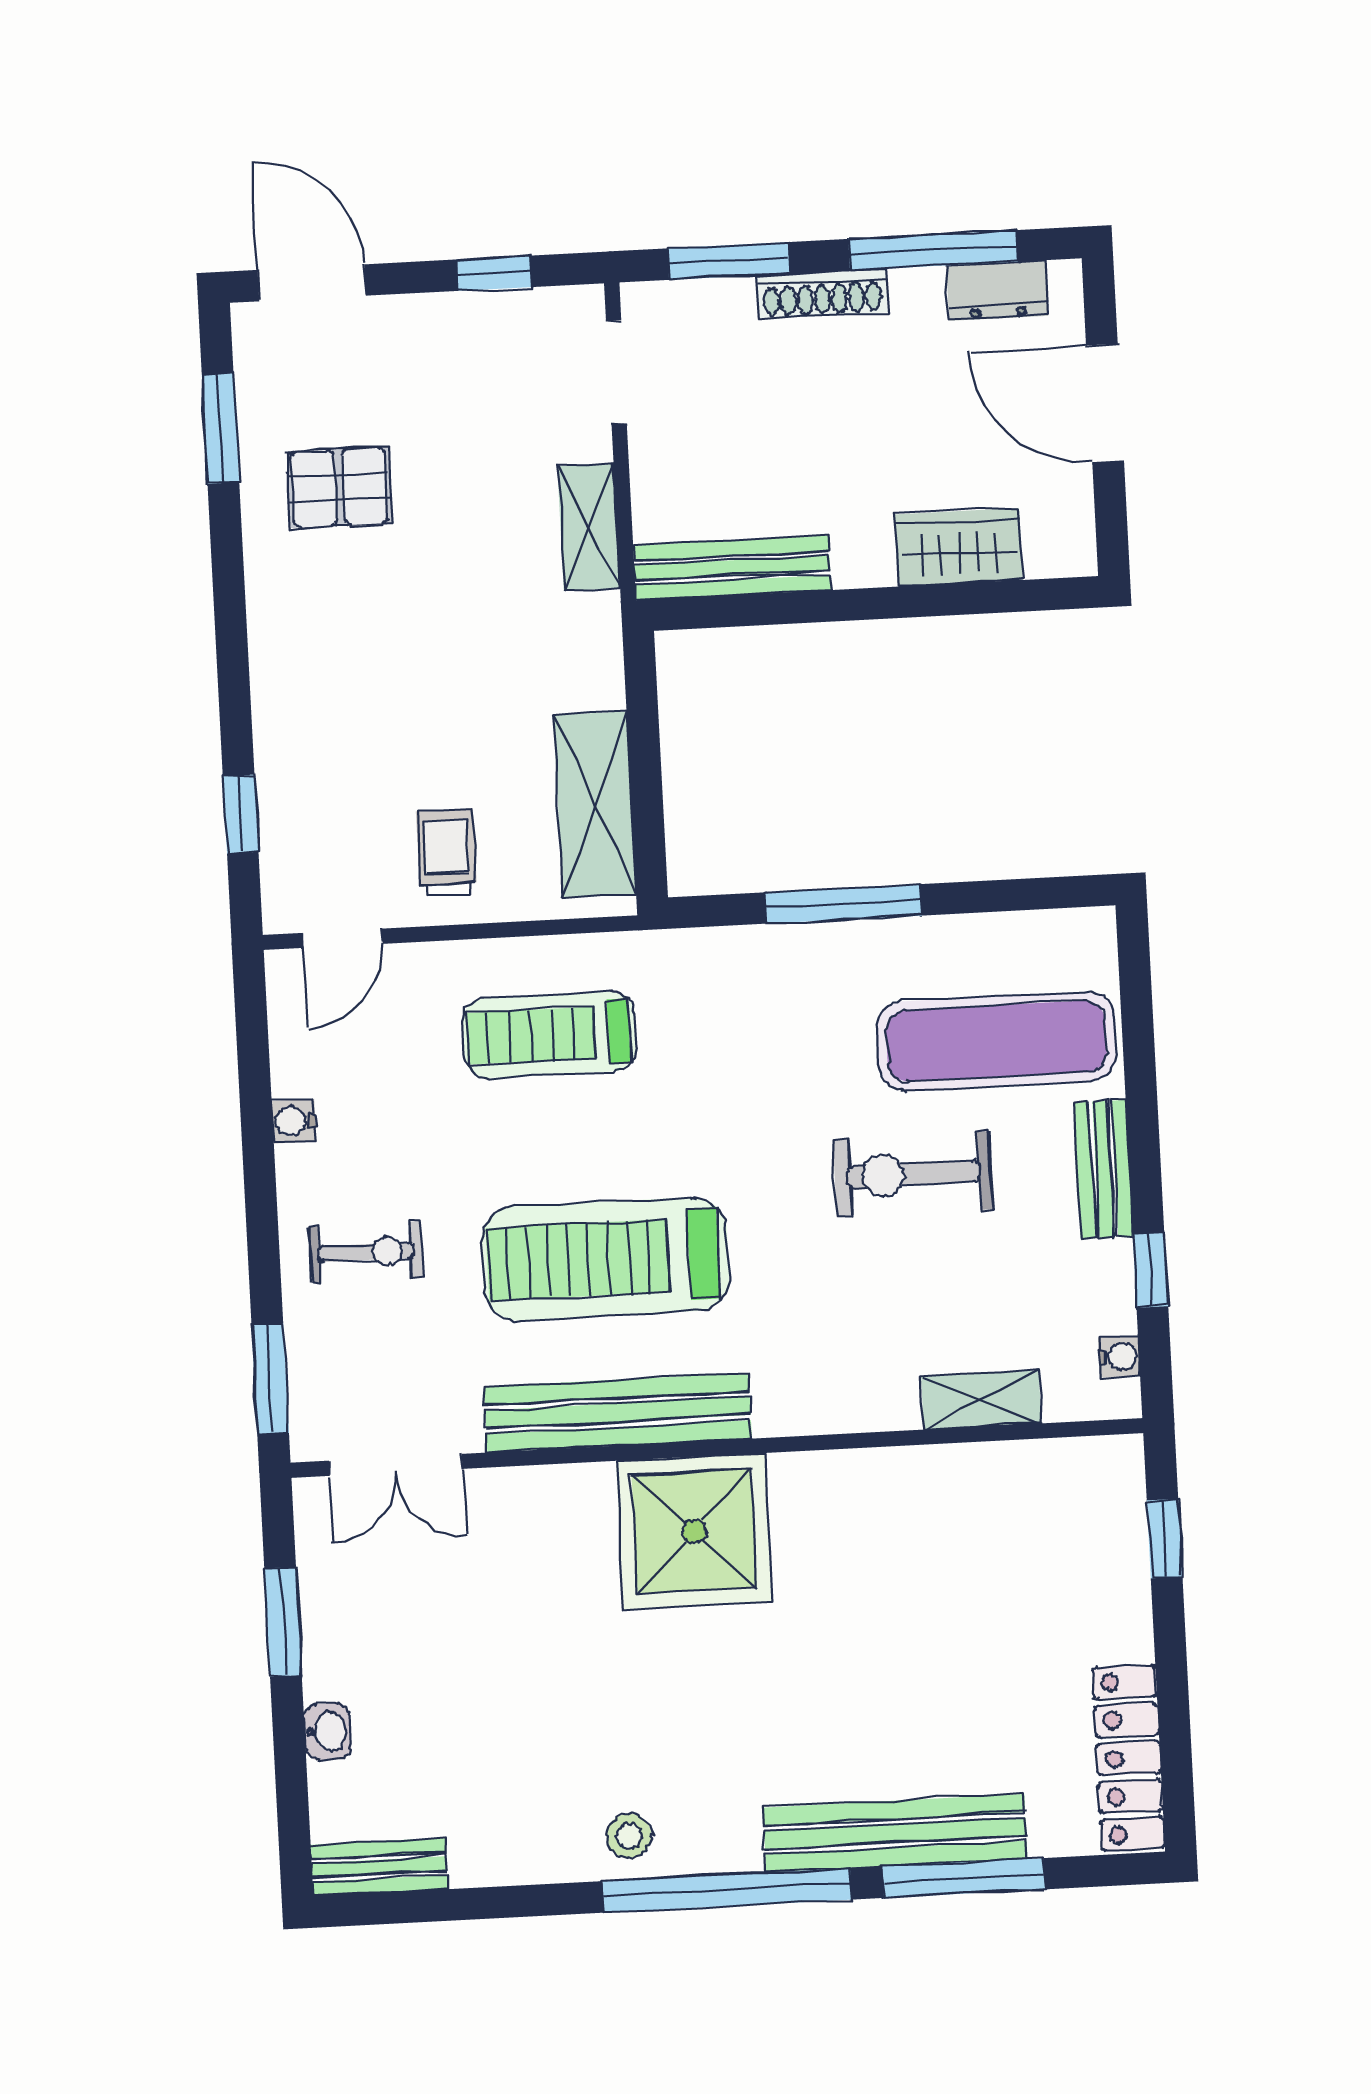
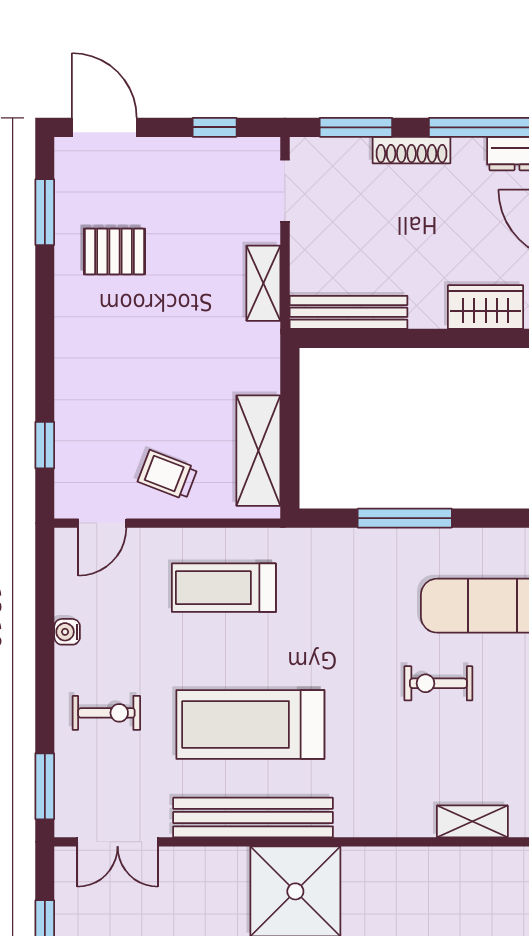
trolley: (447, 853) -> (168, 475), turned -69
exercise bike: (913, 1174) -> (438, 683), width x0.73, depth x0.72

